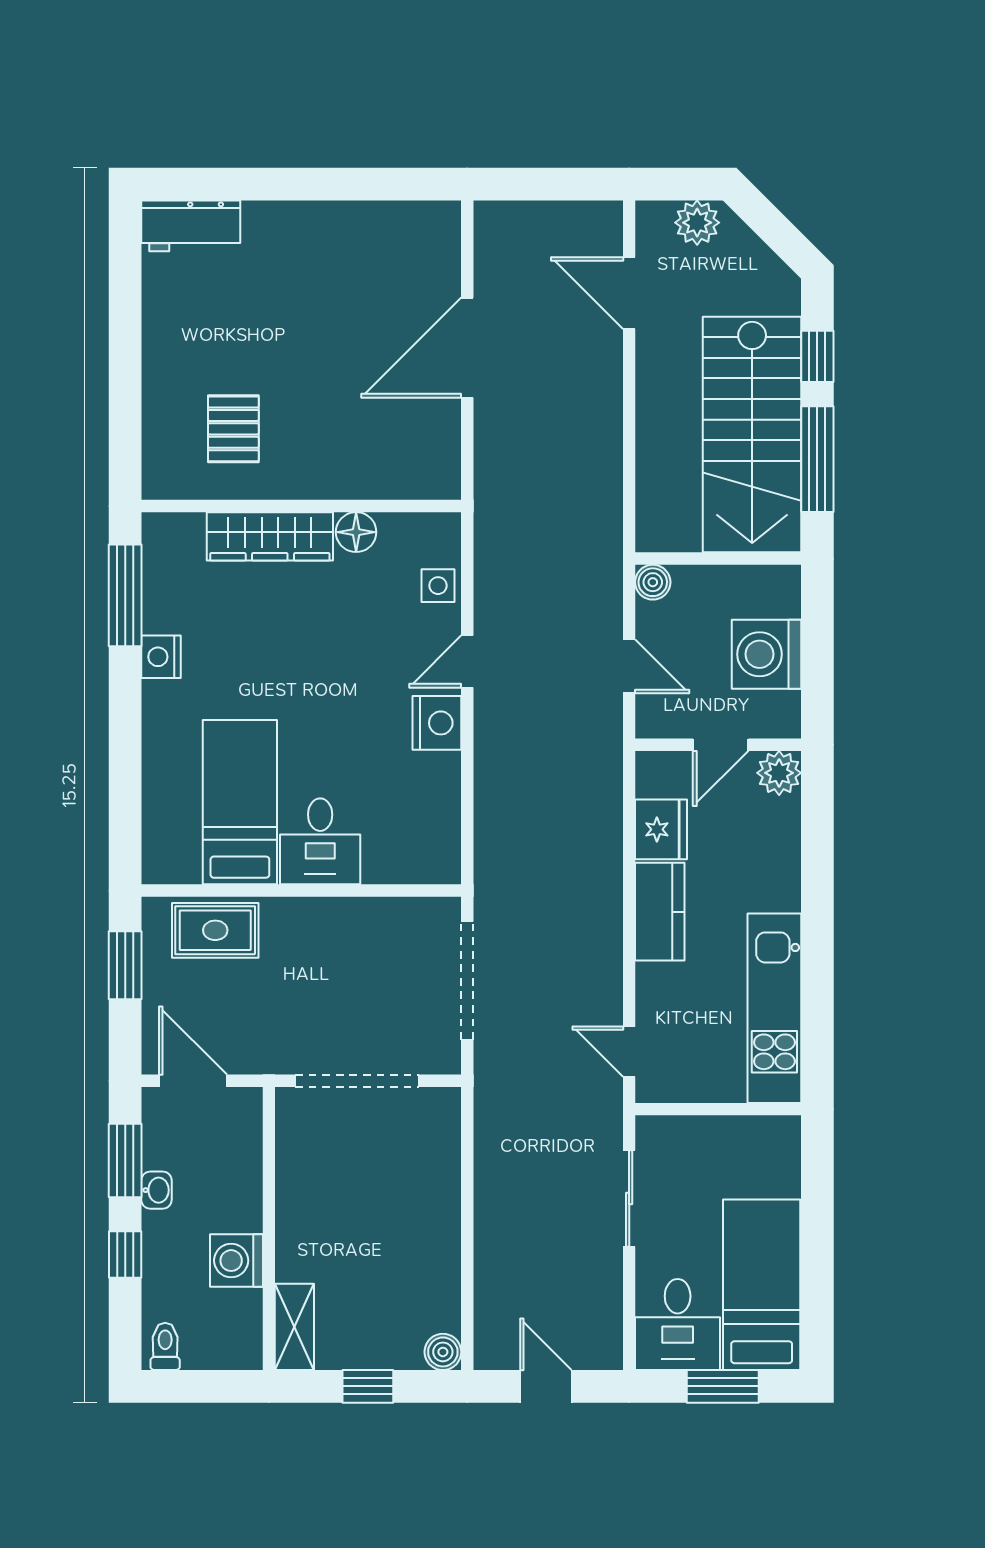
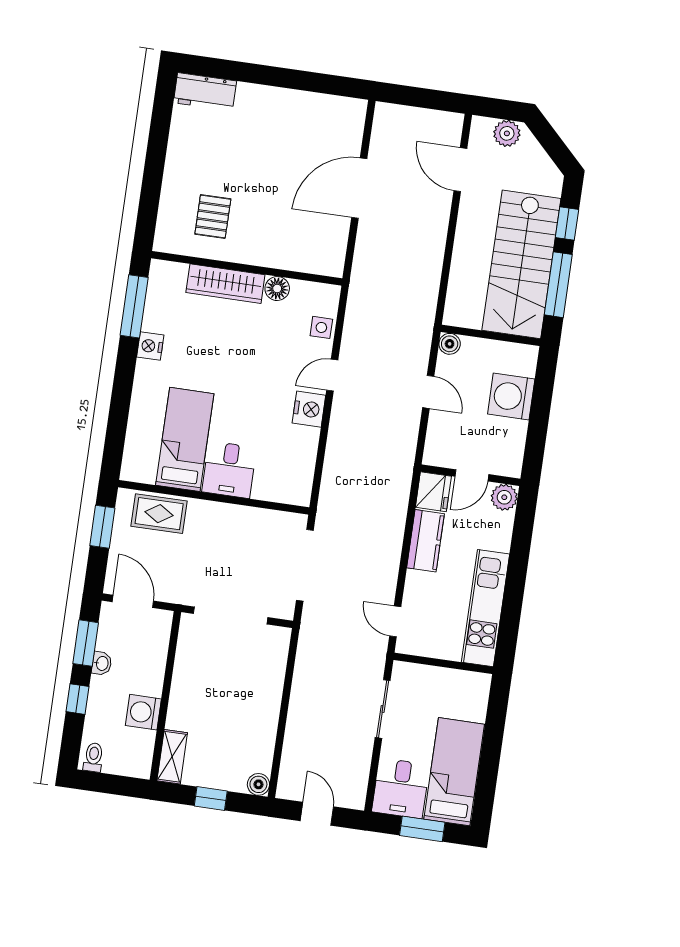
wall: (718, 745) -> (470, 475), moved
door: (721, 745) -> (472, 475), moved
plant: (779, 773) -> (504, 497), moved

